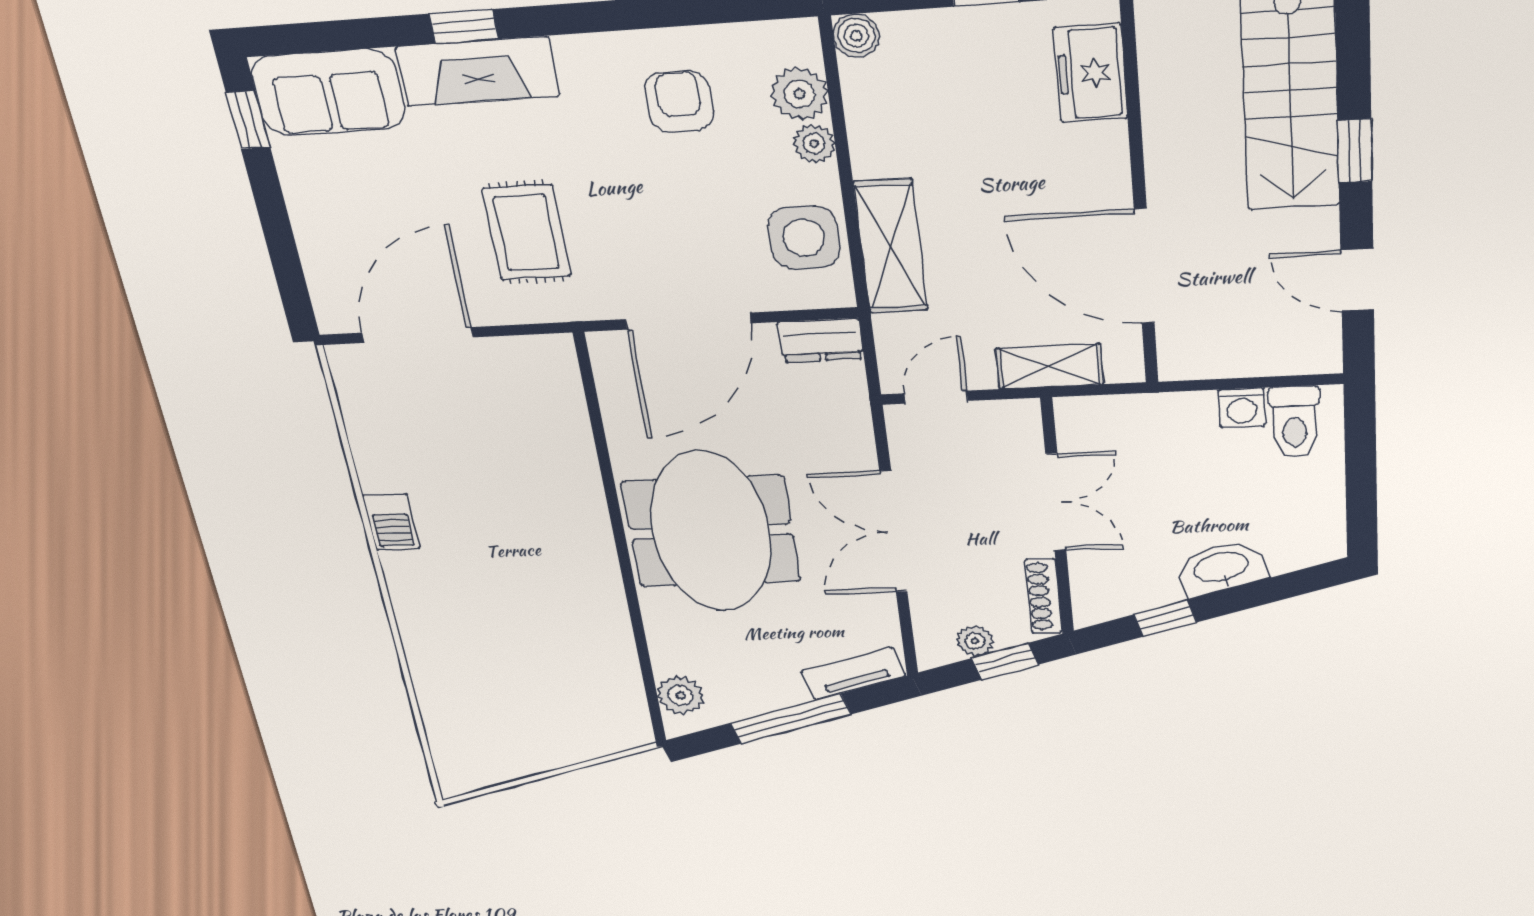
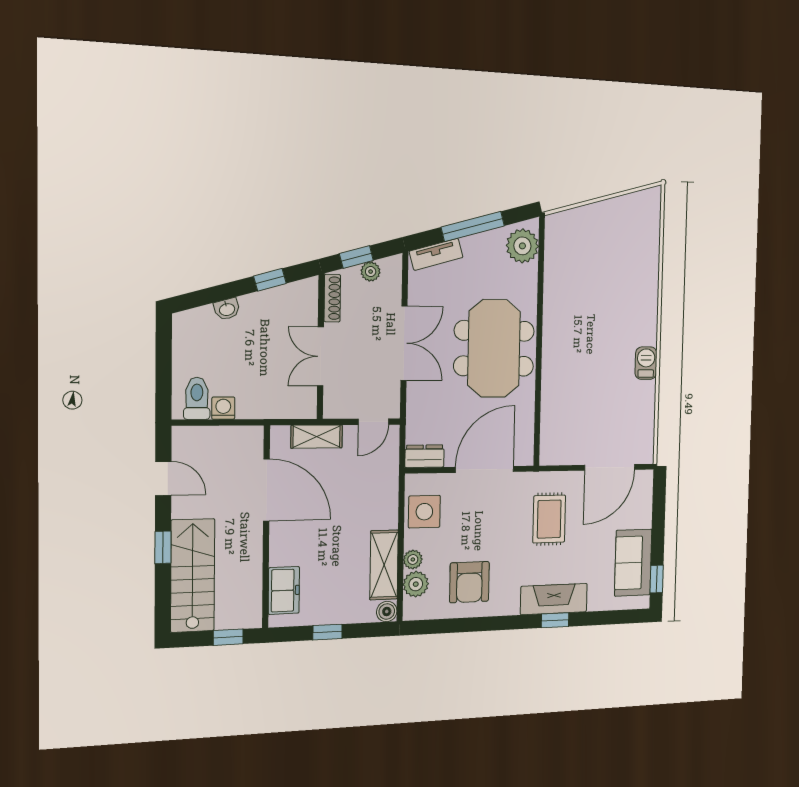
sofa: (328, 92) -> (633, 563), moved, turned -90
armchair: (679, 101) -> (469, 582), width x1.38, depth x1.38
shelving: (891, 246) -> (384, 565), moved
washbasin: (1221, 568) -> (227, 309), width x0.52, depth x0.69
plant: (680, 695) -> (522, 246), width x1.36, depth x1.36

